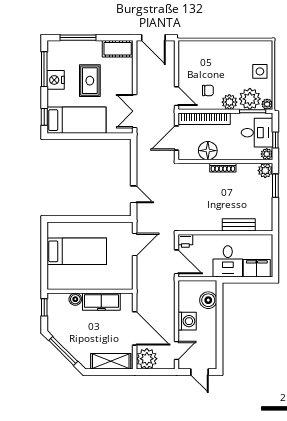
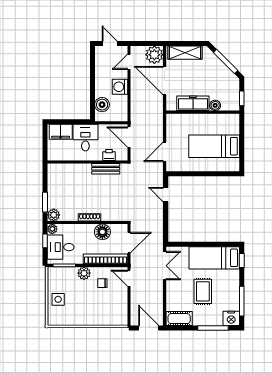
nightstand: (56, 80) -> (231, 318), moved, turned 90
plant: (250, 99) -> (67, 276), removed
plant: (267, 104) -> (52, 271), removed
bench: (239, 225) -> (106, 169), moved
printer: (185, 241) -> (109, 155), moved

